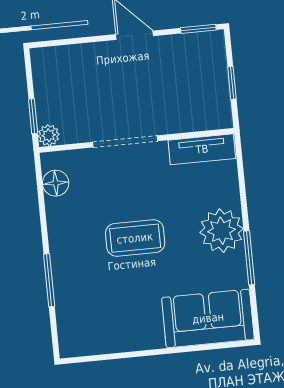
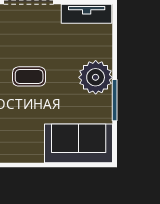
coffee table: (135, 238) -> (29, 76), width x0.73, depth x0.77

